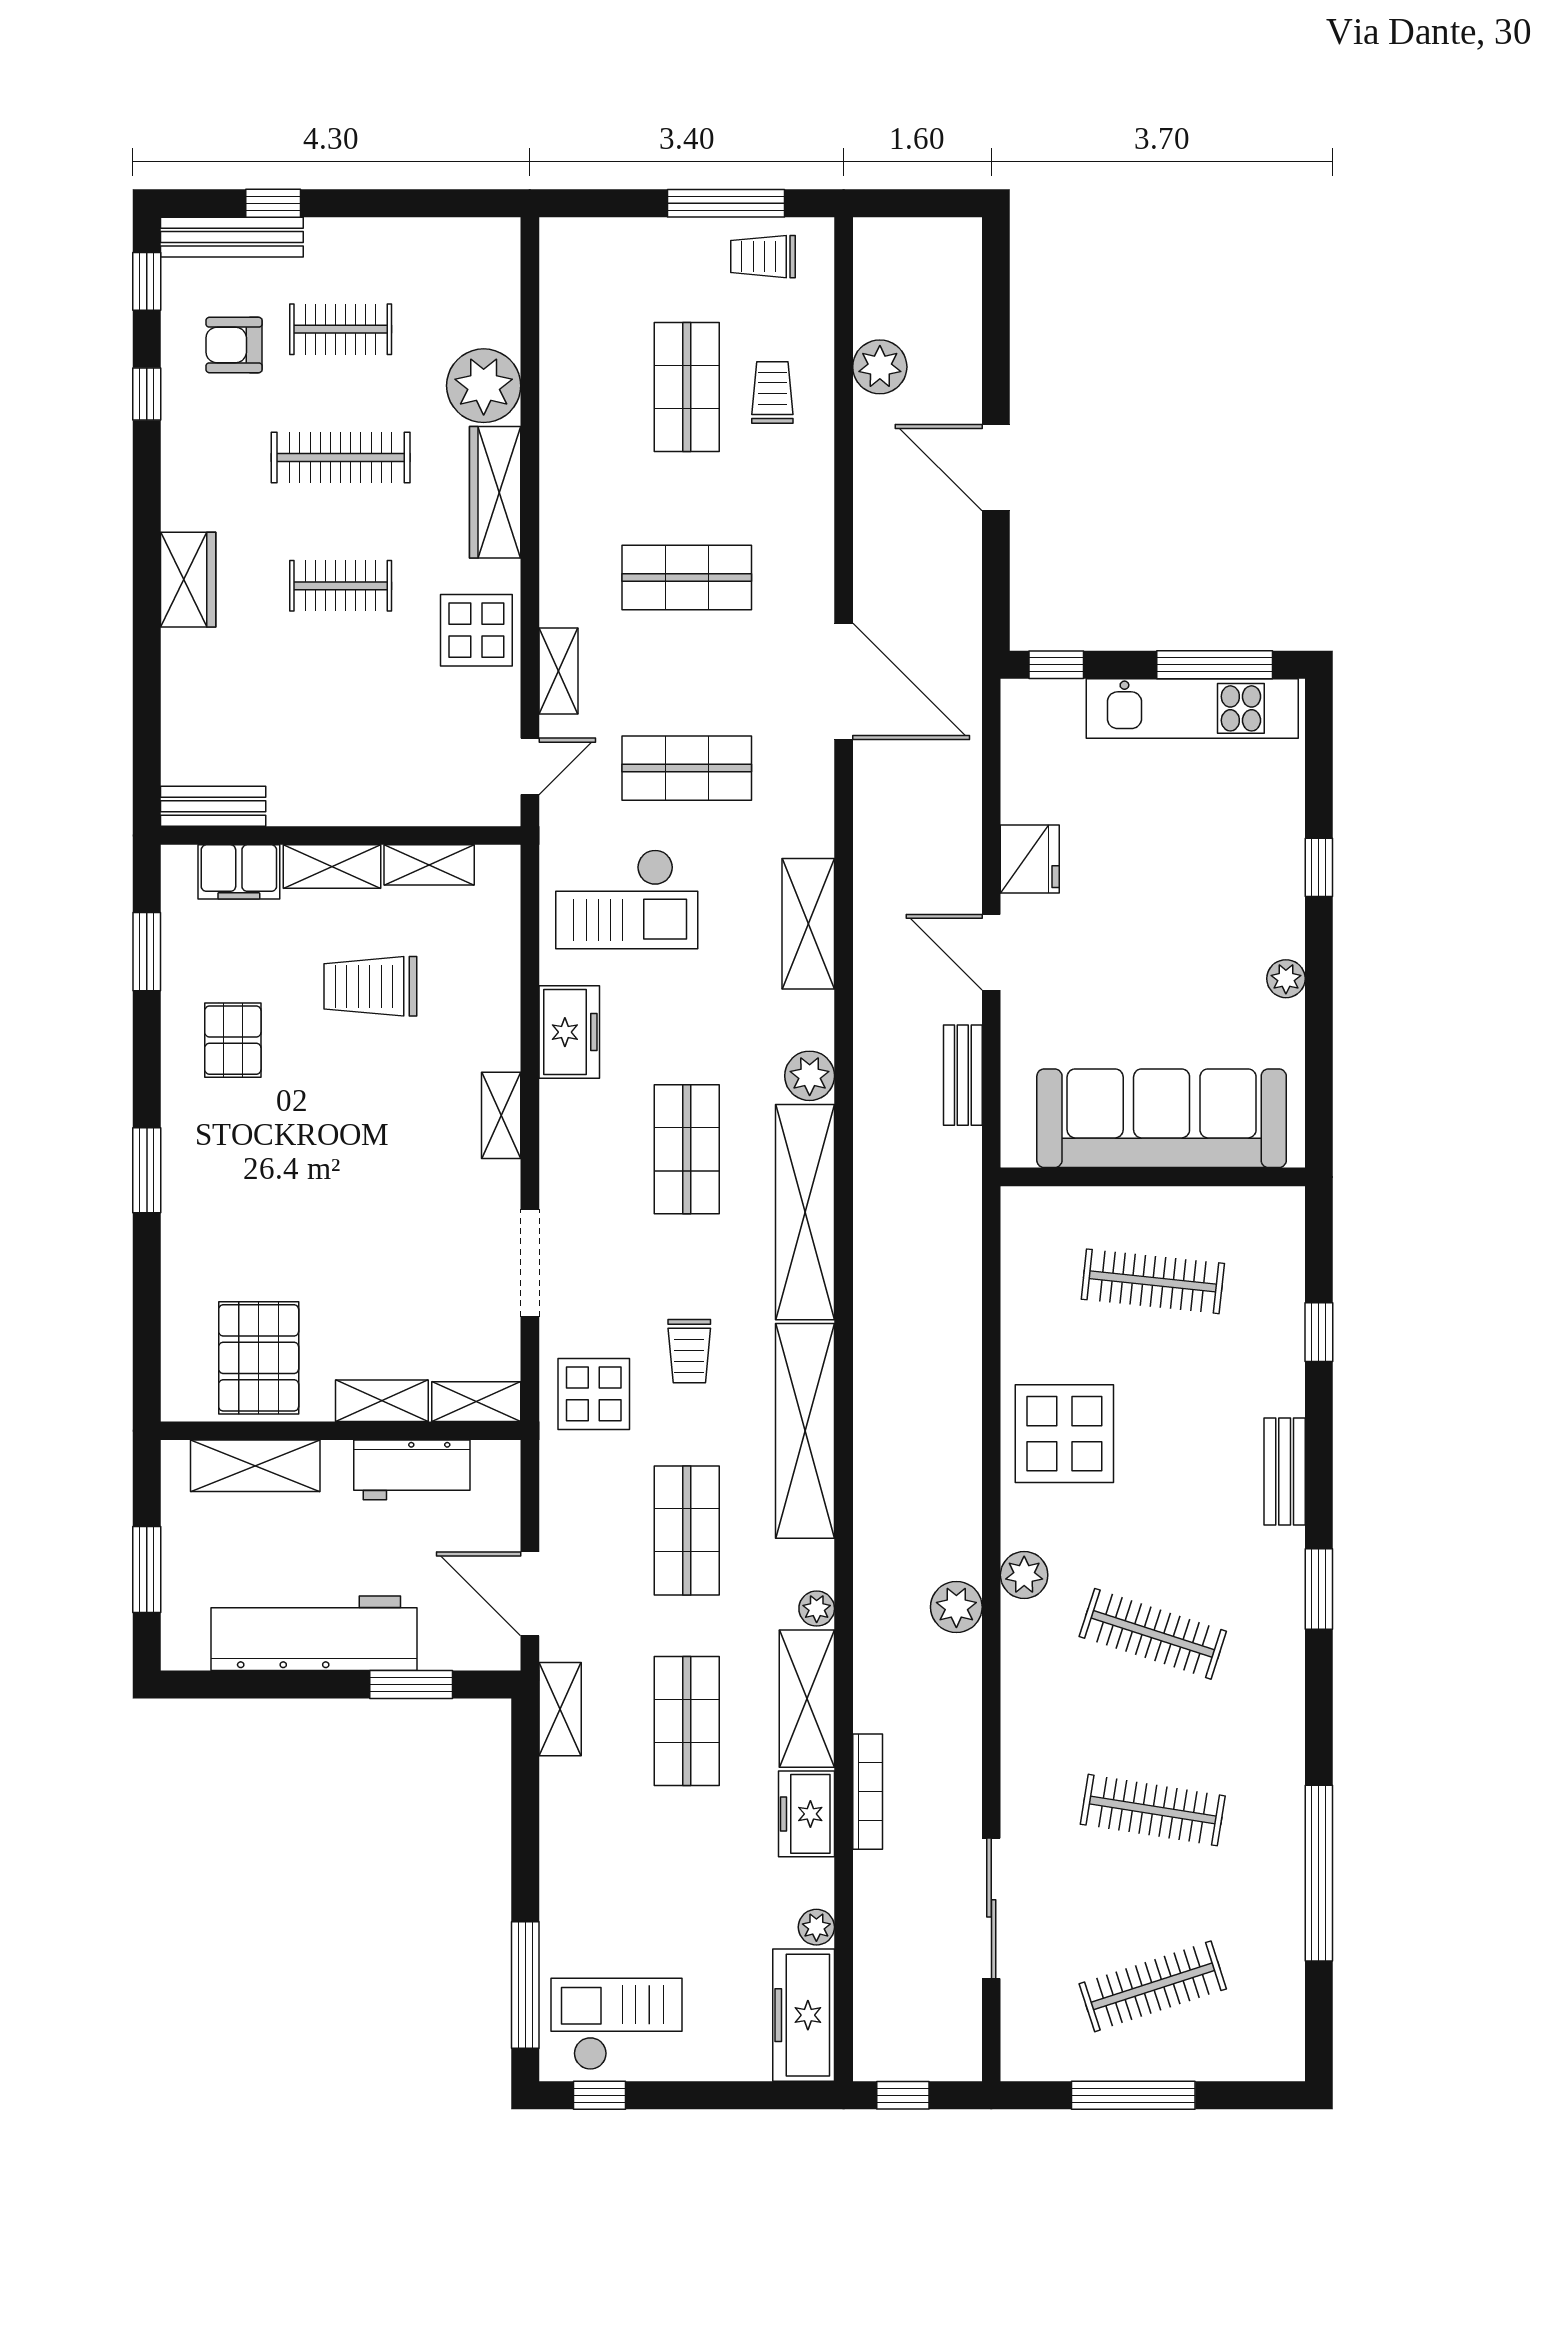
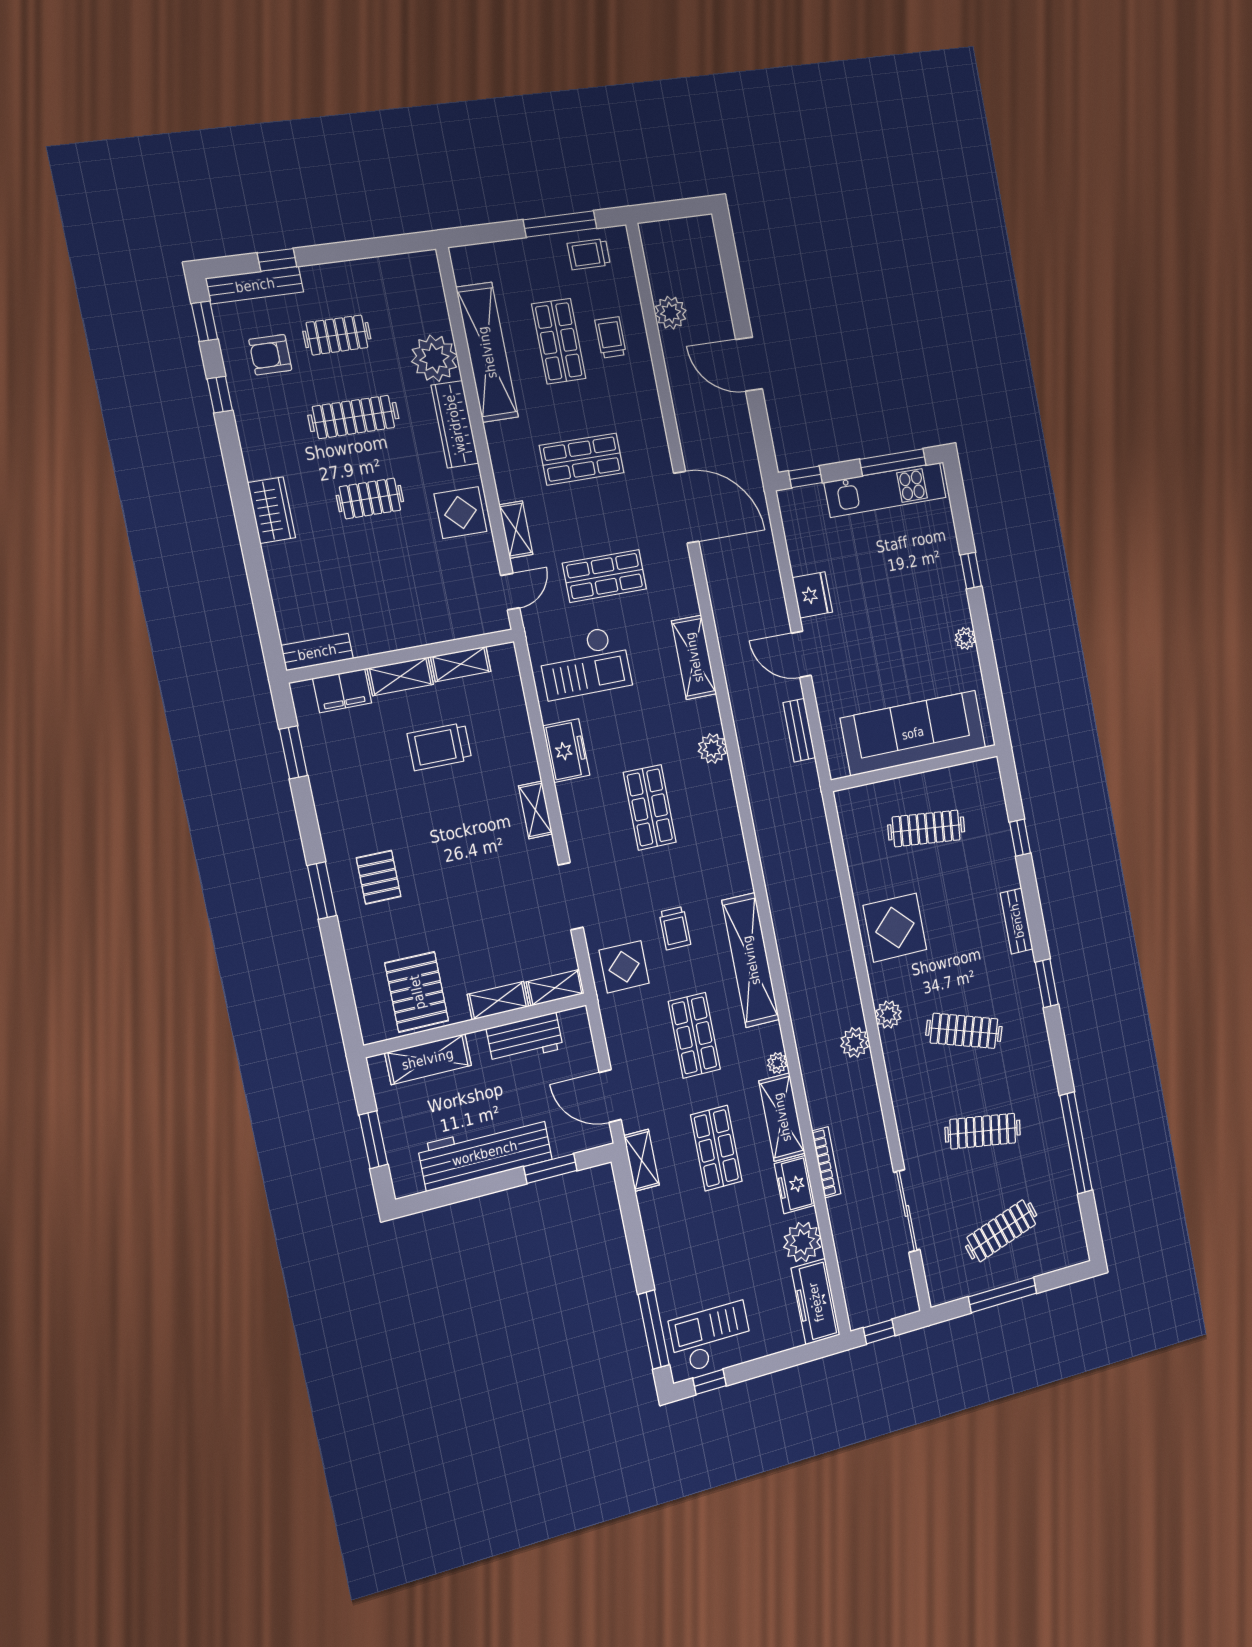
pallet: (233, 1040) -> (379, 877), moved
shelving: (805, 1212) -> (487, 352), moved
plant: (816, 1927) -> (802, 1242), width x1.88, depth x1.88

